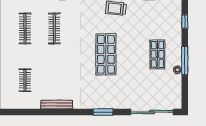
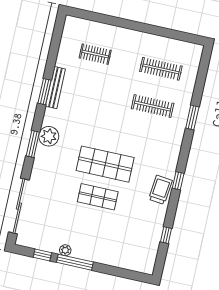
window: (185, 21) -> (42, 255), moved
shop shelf: (157, 54) -> (98, 197), moved
plant: (94, 101) -> (49, 136), added
window: (62, 112) -> (44, 92), added

